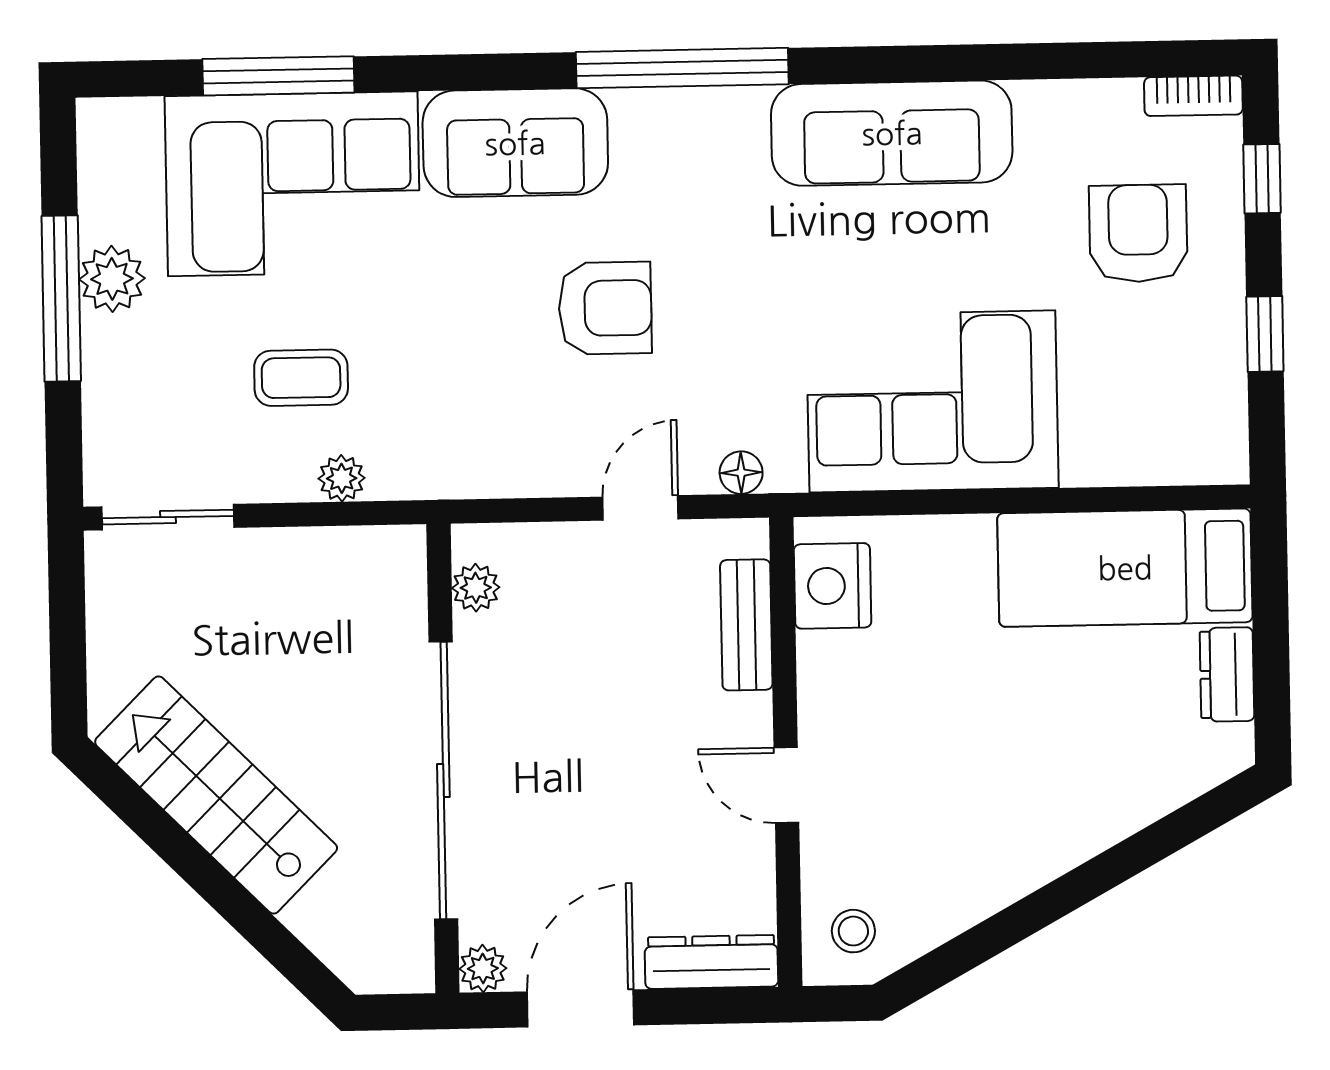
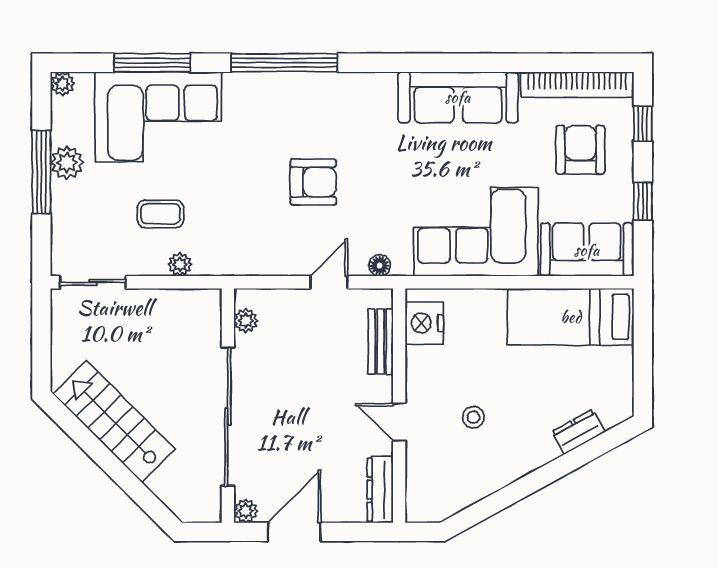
window: (682, 68) -> (284, 63), moved
bookcase: (1193, 96) -> (577, 85), width x2.31, depth x1.31
plant: (100, 121) -> (62, 84), added
sofa: (515, 143) -> (587, 250), moved, turned 180
dresser: (1227, 674) -> (578, 432), moved, turned 61
stool: (853, 931) -> (473, 417), moved
dresser: (711, 962) -> (380, 490), moved, turned -90

